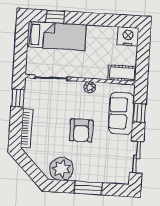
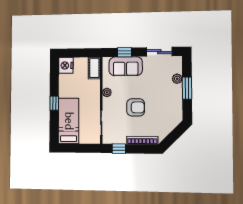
window: (55, 17) -> (54, 103), moved
armchair: (81, 131) -> (136, 107), moved
plant: (62, 169) -> (177, 79), moved, width x0.53, depth x0.53

